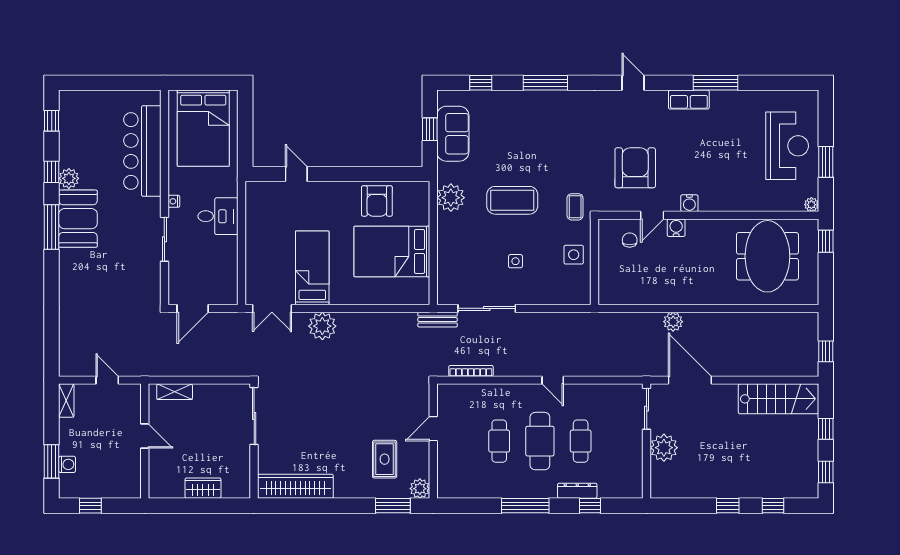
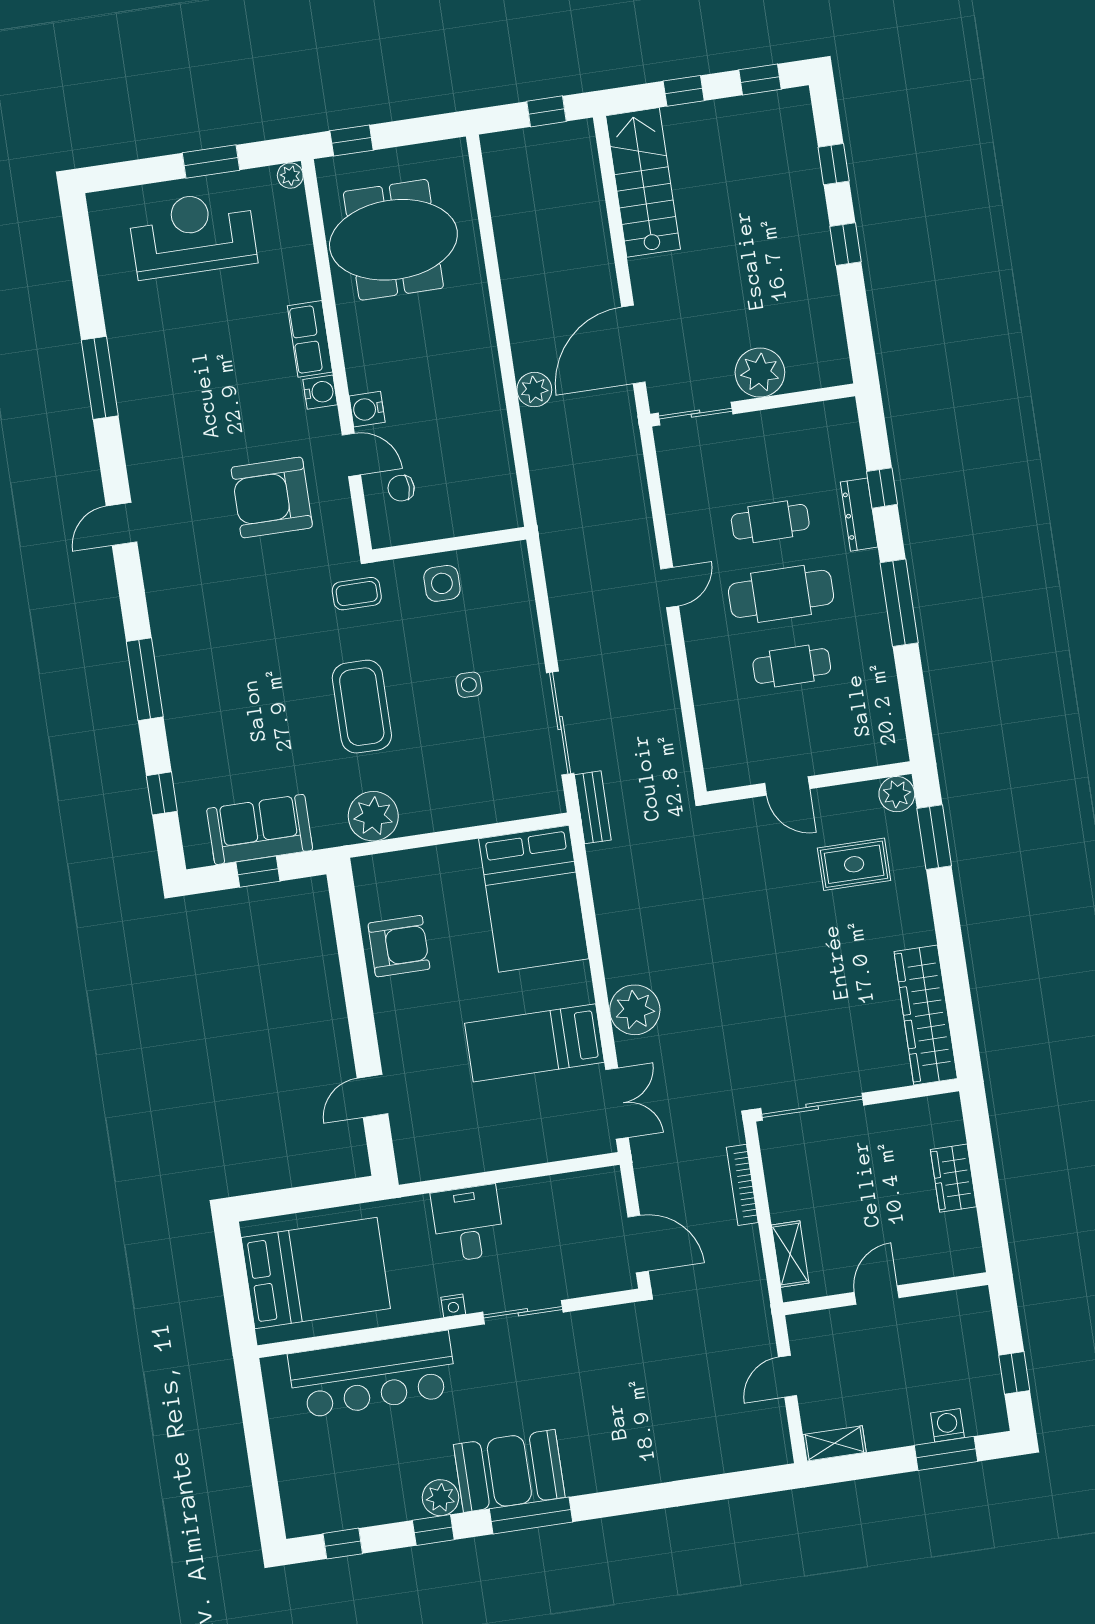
row of seats: (689, 100) -> (310, 339), moved, turned 180
bed: (392, 251) -> (534, 899), moved
bookcase: (471, 371) -> (742, 1185), moved

